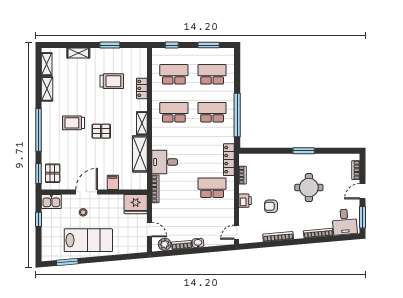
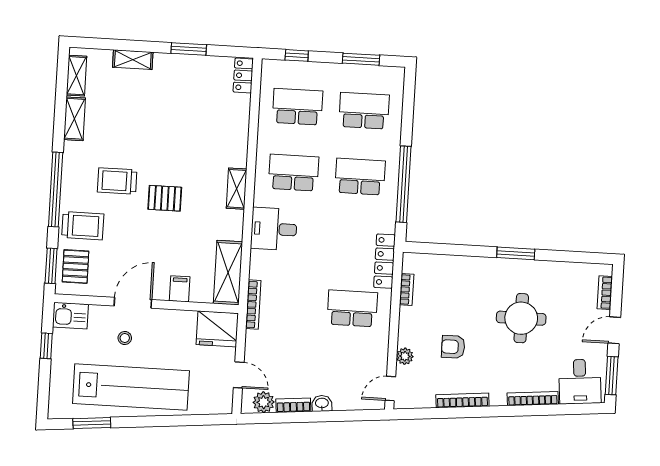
trolley: (112, 81) -> (83, 226), moved
locker: (142, 88) -> (243, 75), moved
shelving: (140, 154) -> (228, 273), moved
desk: (165, 162) -> (274, 229), moved
printer: (245, 201) -> (408, 334), removed
plant: (244, 213) -> (405, 356), added
lab bench: (88, 240) -> (131, 387), width x1.36

